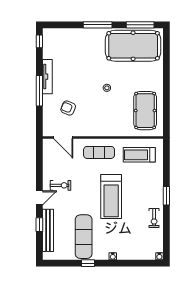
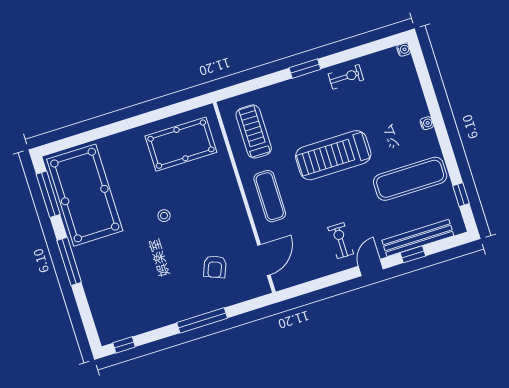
tv unit: (47, 77) -> (176, 315), removed
treadmill: (139, 155) -> (254, 132), turned 180
treadmill: (111, 197) -> (333, 155), turned 180
door: (39, 198) -> (371, 268), hinge flipped
window: (88, 263) -> (461, 195), moved

